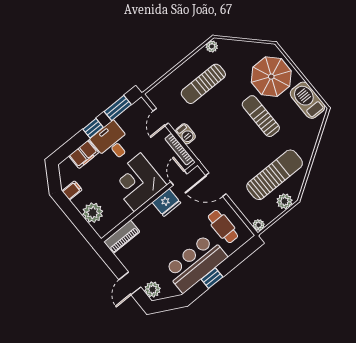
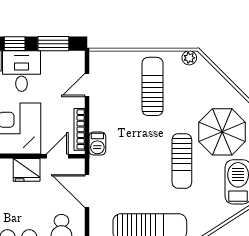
sun lounger: (203, 84) -> (153, 86), turned 90
sun lounger: (261, 116) -> (182, 161), turned 180
barbecue: (186, 134) -> (97, 144), moved

